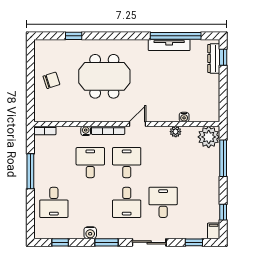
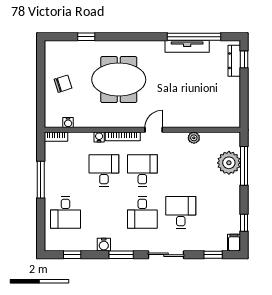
water cooler: (184, 117) -> (68, 122), moved
plant: (209, 137) -> (229, 163), moved

